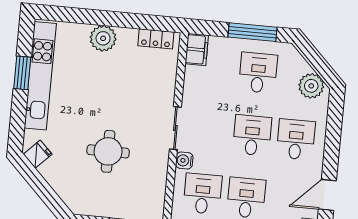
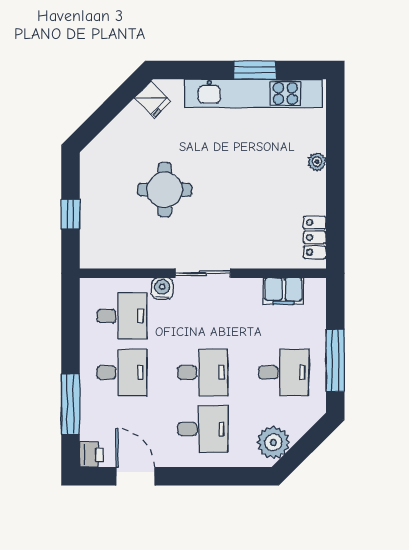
plant: (103, 38) -> (317, 162), width x0.53, depth x0.53
filing cabinet: (197, 50) -> (283, 291), moved

